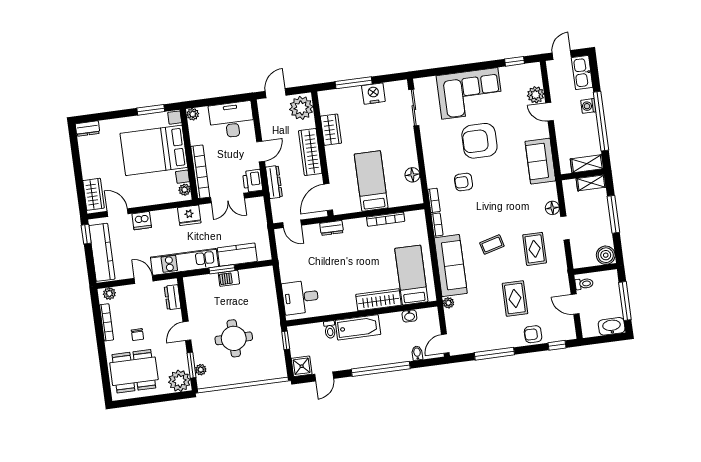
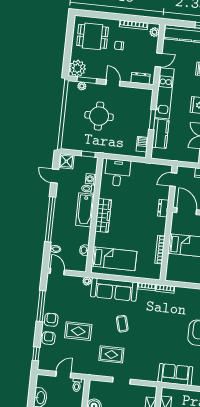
floor lamp: (412, 175) -> (188, 277), removed
armchair: (464, 182) -> (51, 320), moved
floor lamp: (552, 208) -> (138, 375), removed
barbecue: (229, 278) -> (142, 144), moved
wardrobe: (378, 300) -> (103, 215), moved
washing machine: (317, 329) -> (91, 179), added
dining table: (134, 371) -> (93, 36), width x0.73

